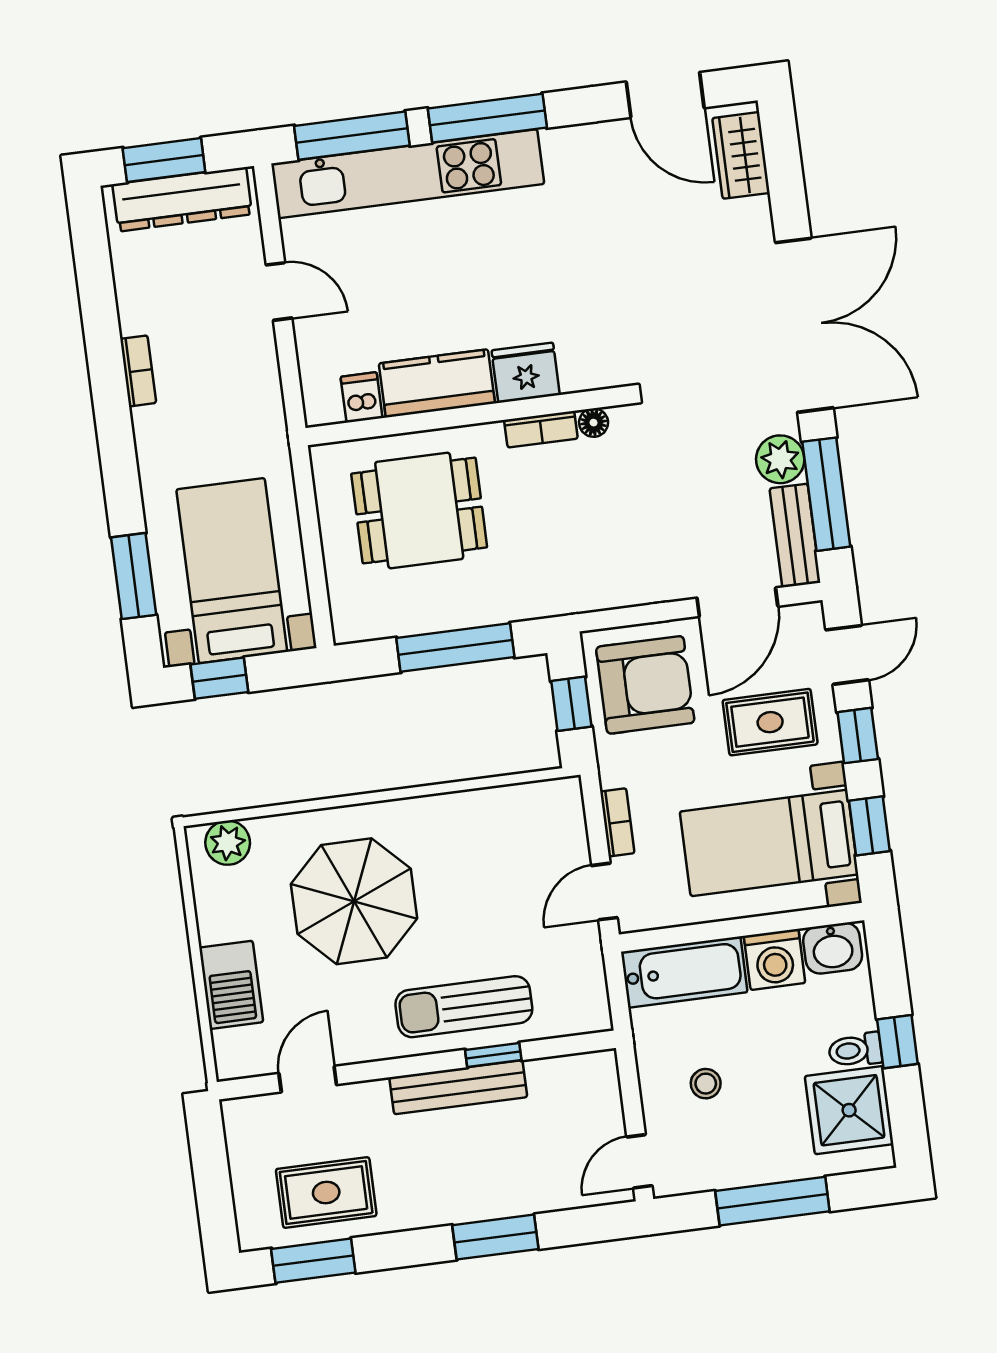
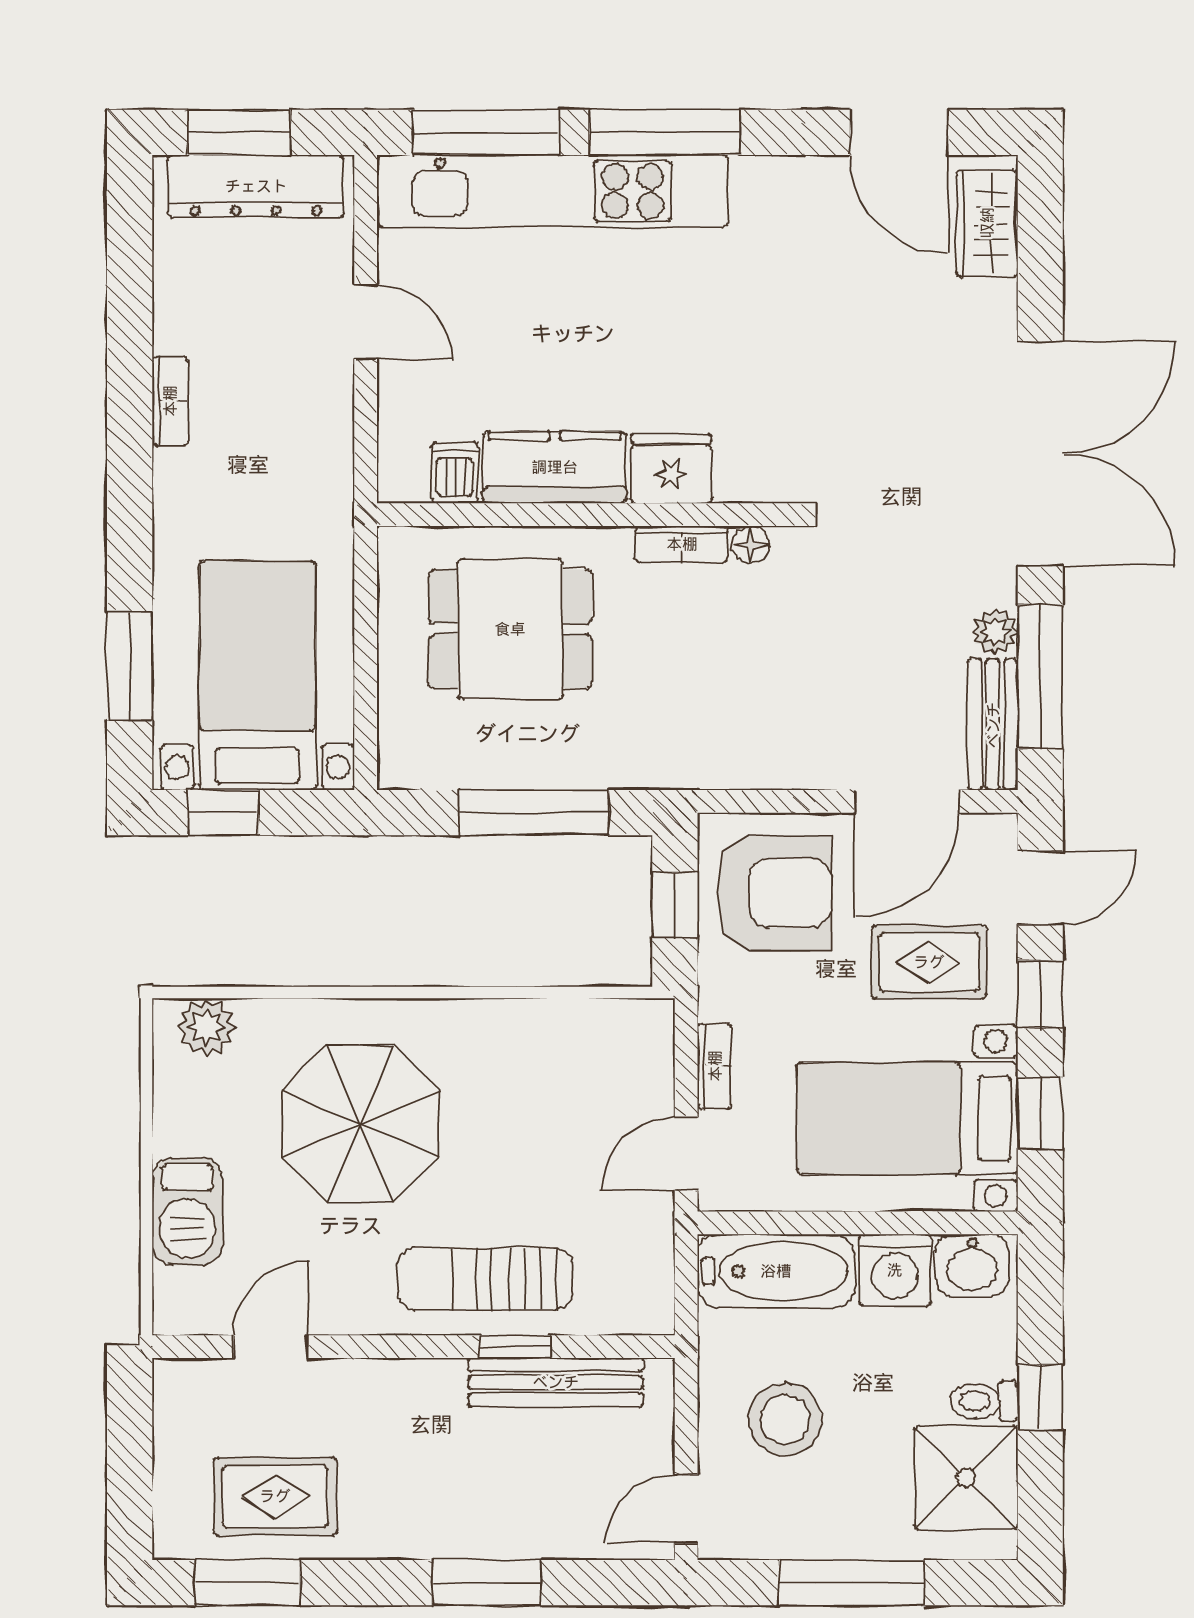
plant: (780, 459) -> (995, 632), width x0.73, depth x0.73
stool: (706, 1084) -> (785, 1419), width x1.89, depth x1.89
bench: (458, 1087) -> (556, 1382), moved

